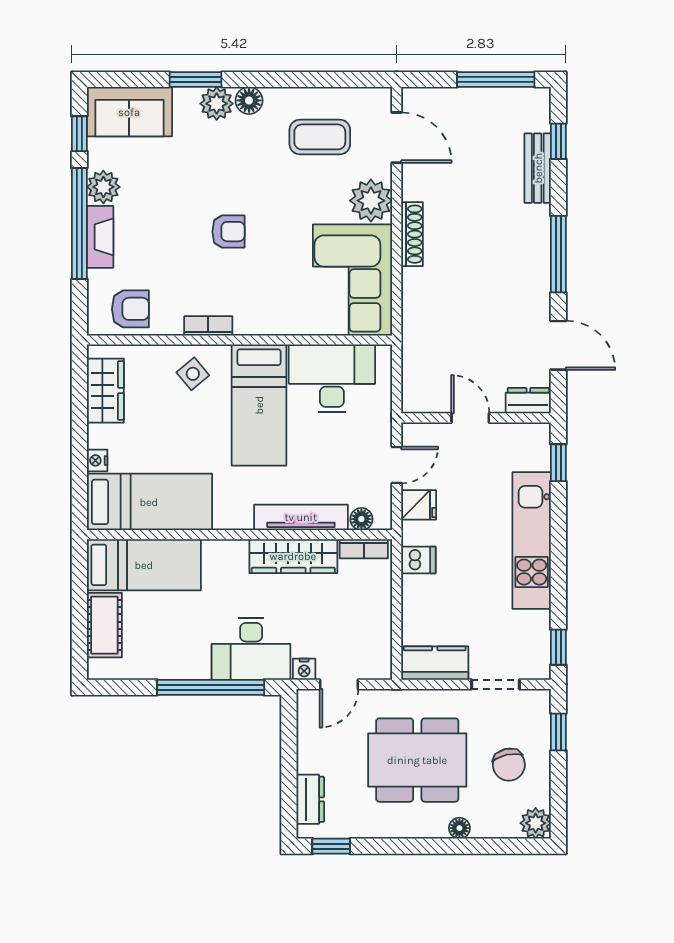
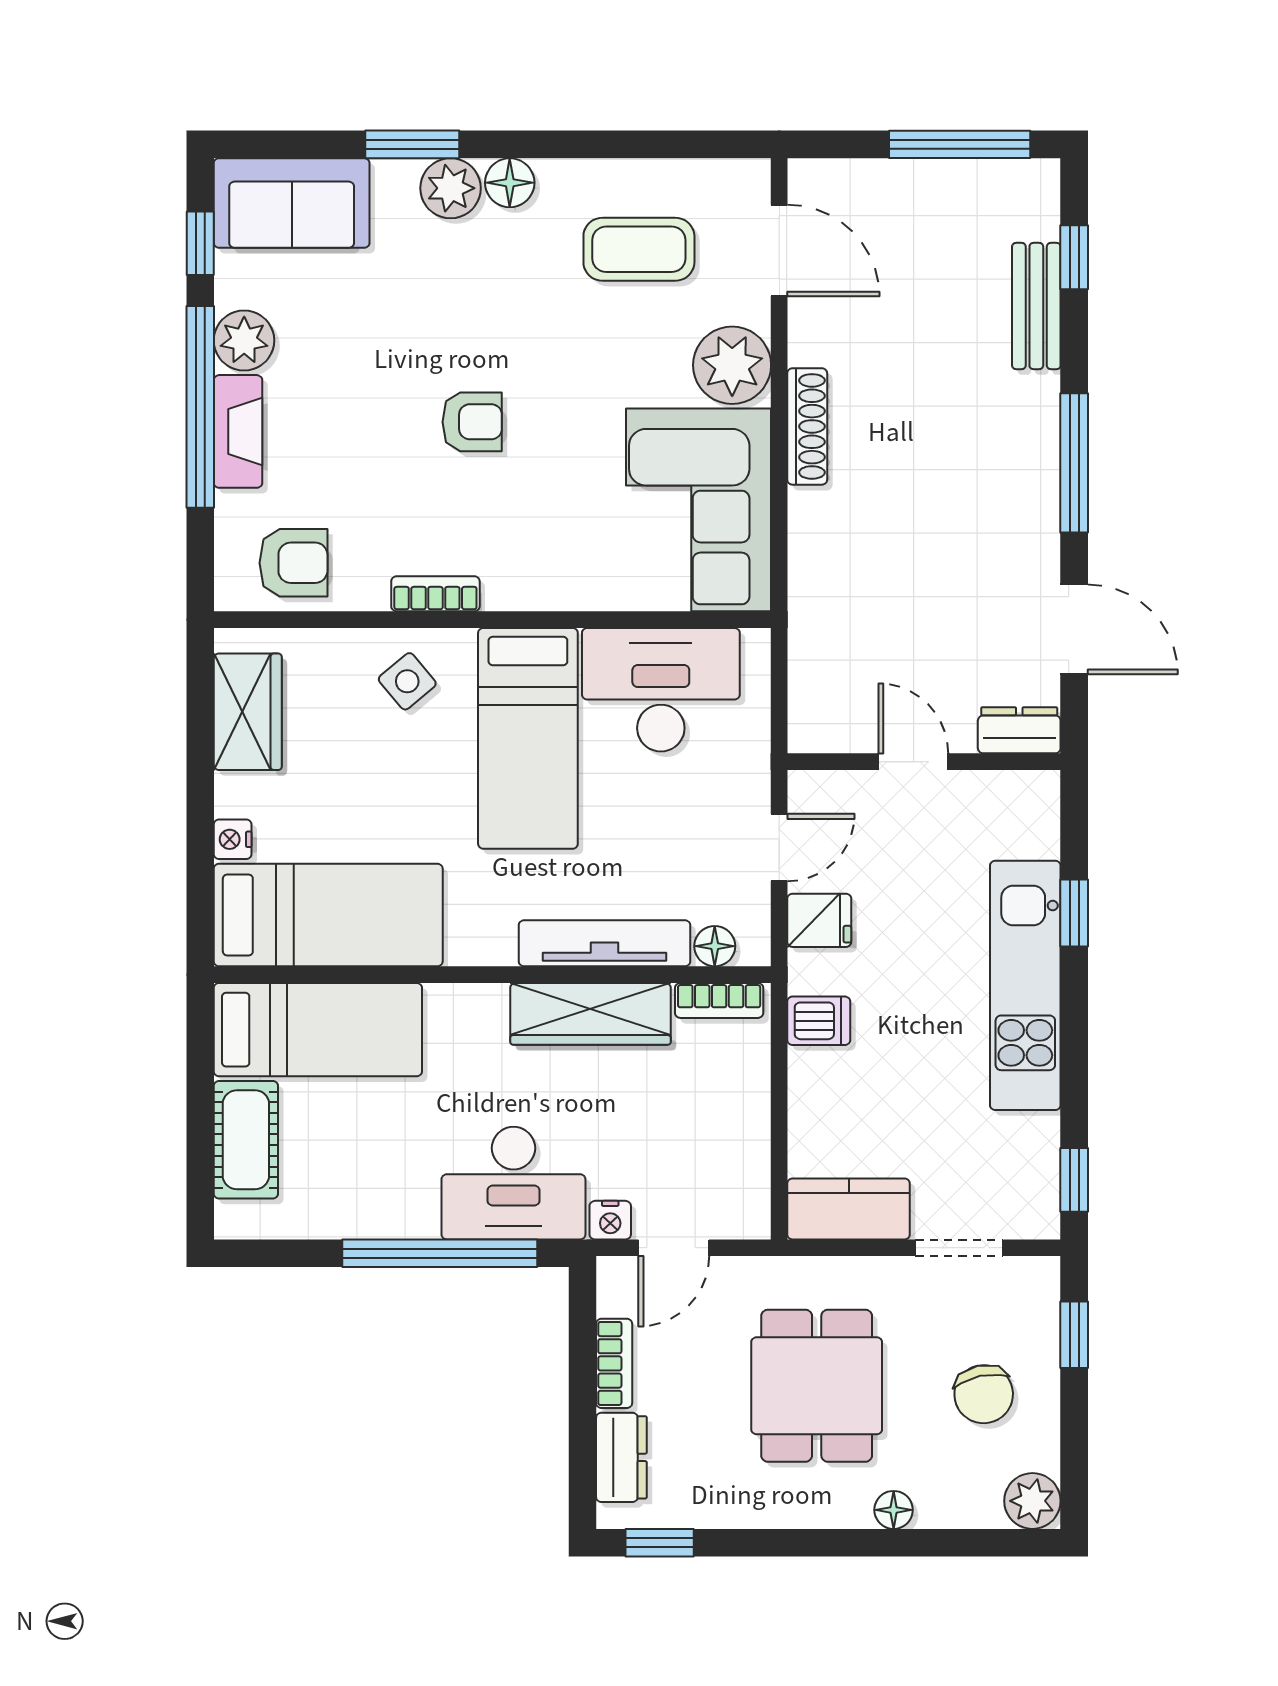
window: (558, 463) -> (1074, 913), moved
bookcase: (306, 748) -> (614, 1363), added
dining table: (417, 760) -> (817, 1386), width x0.73

